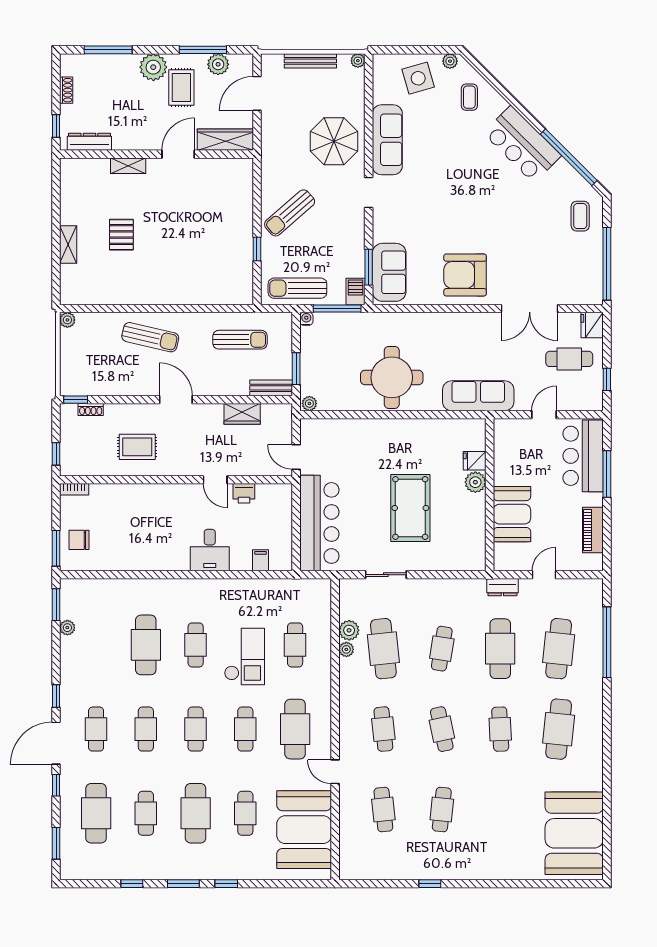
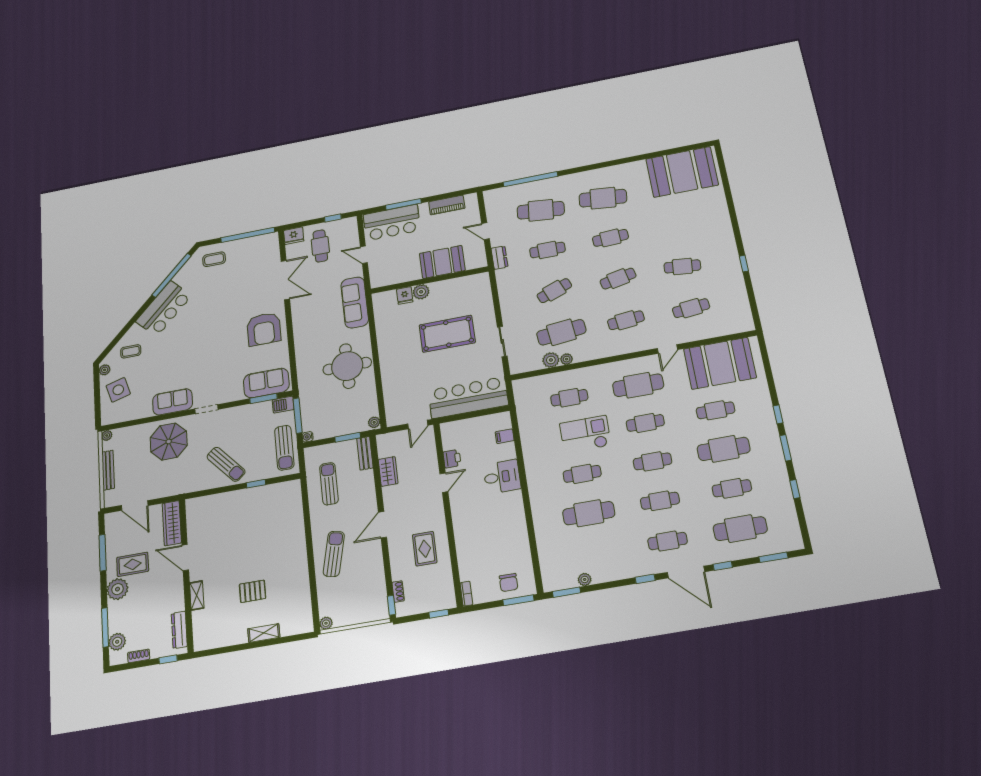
plant: (218, 64) -> (117, 642), moved
sofa: (387, 140) -> (173, 402), width x0.73
cafe table: (442, 649) -> (554, 291), turned -30
cafe table: (500, 649) -> (547, 250), width x0.73, depth x0.74

